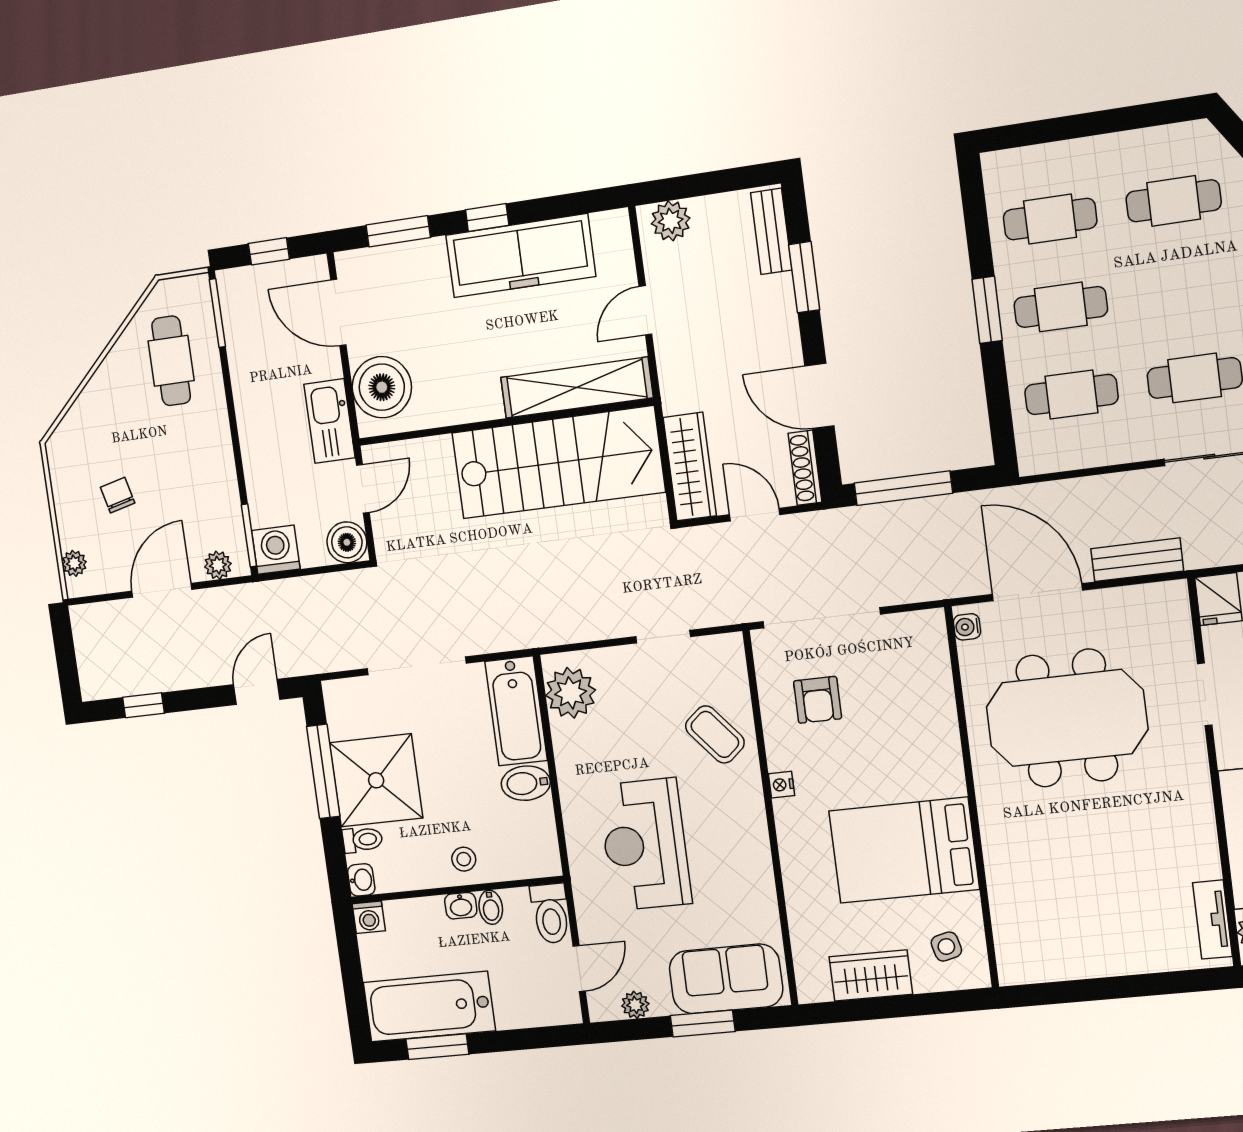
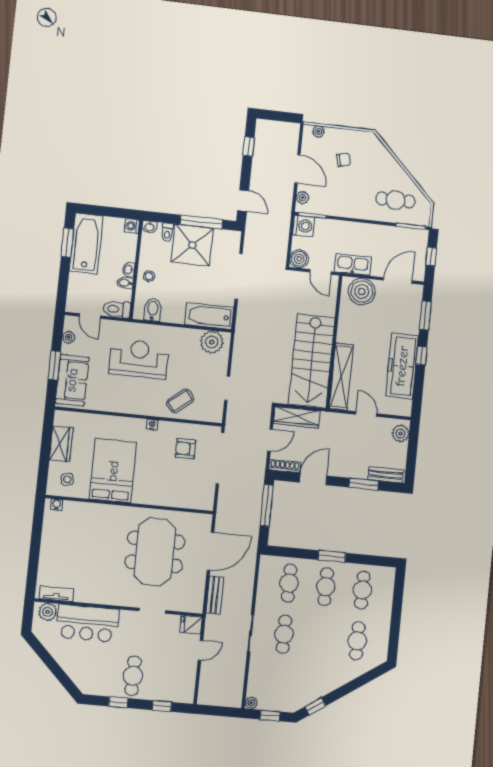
water cooler: (967, 627) -> (56, 505), moved
bidet: (526, 783) -> (153, 310), moved

